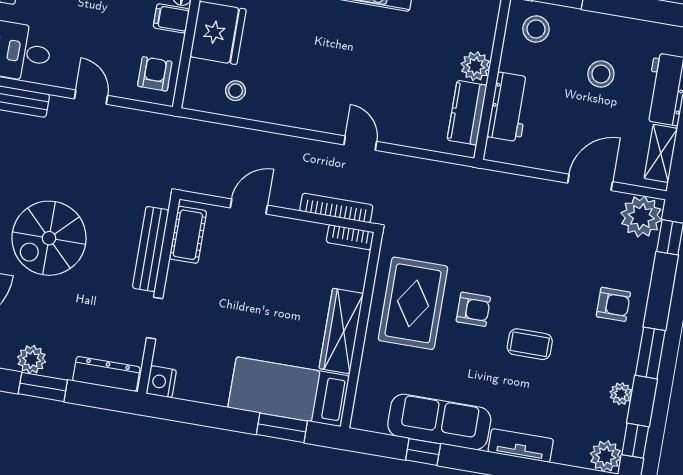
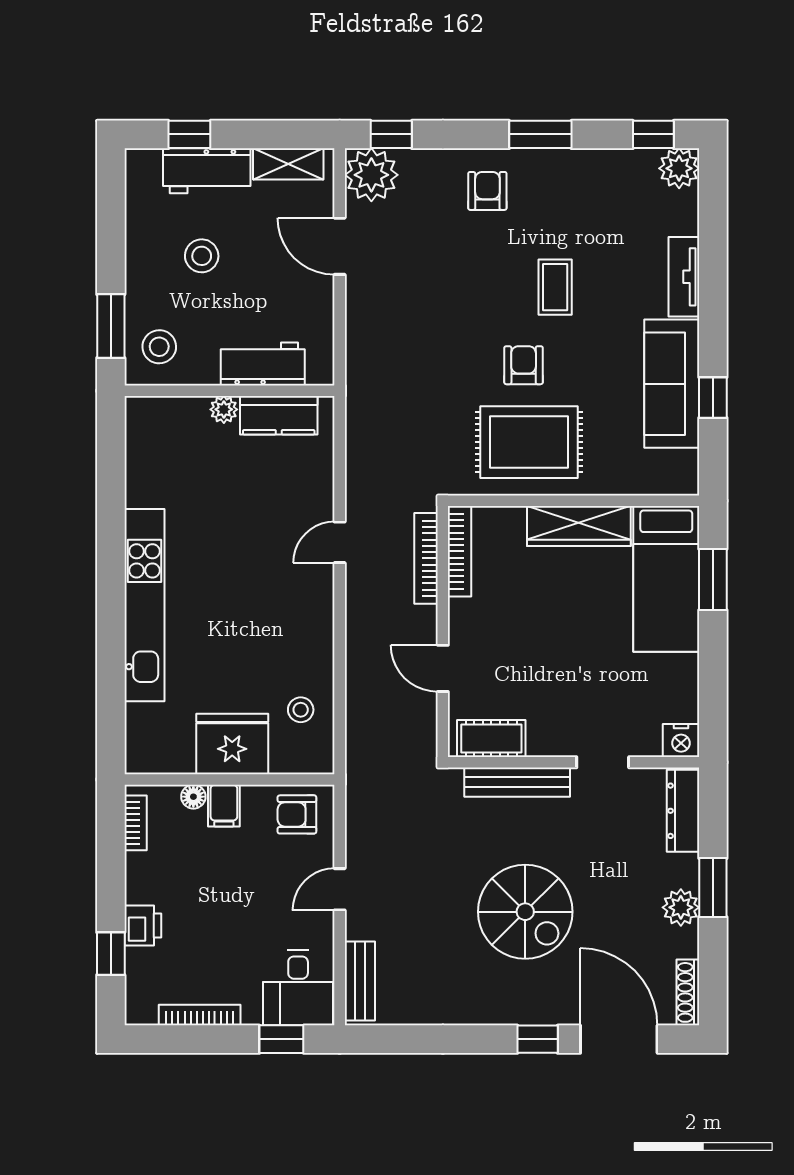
plant: (475, 66) -> (224, 409), width x0.73, depth x0.73
bookcase: (350, 237) -> (460, 551), width x1.56
plant: (621, 394) -> (598, 162), removed

